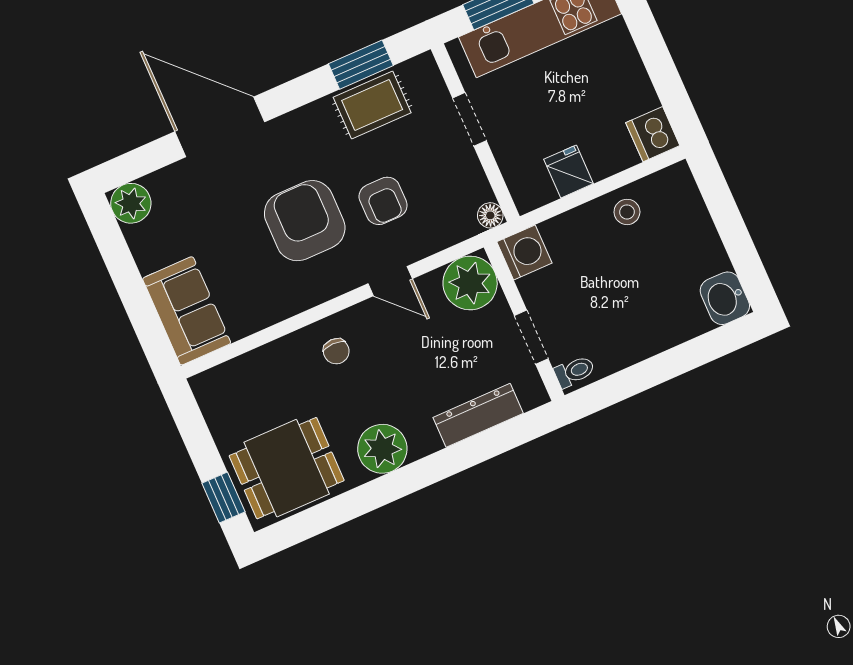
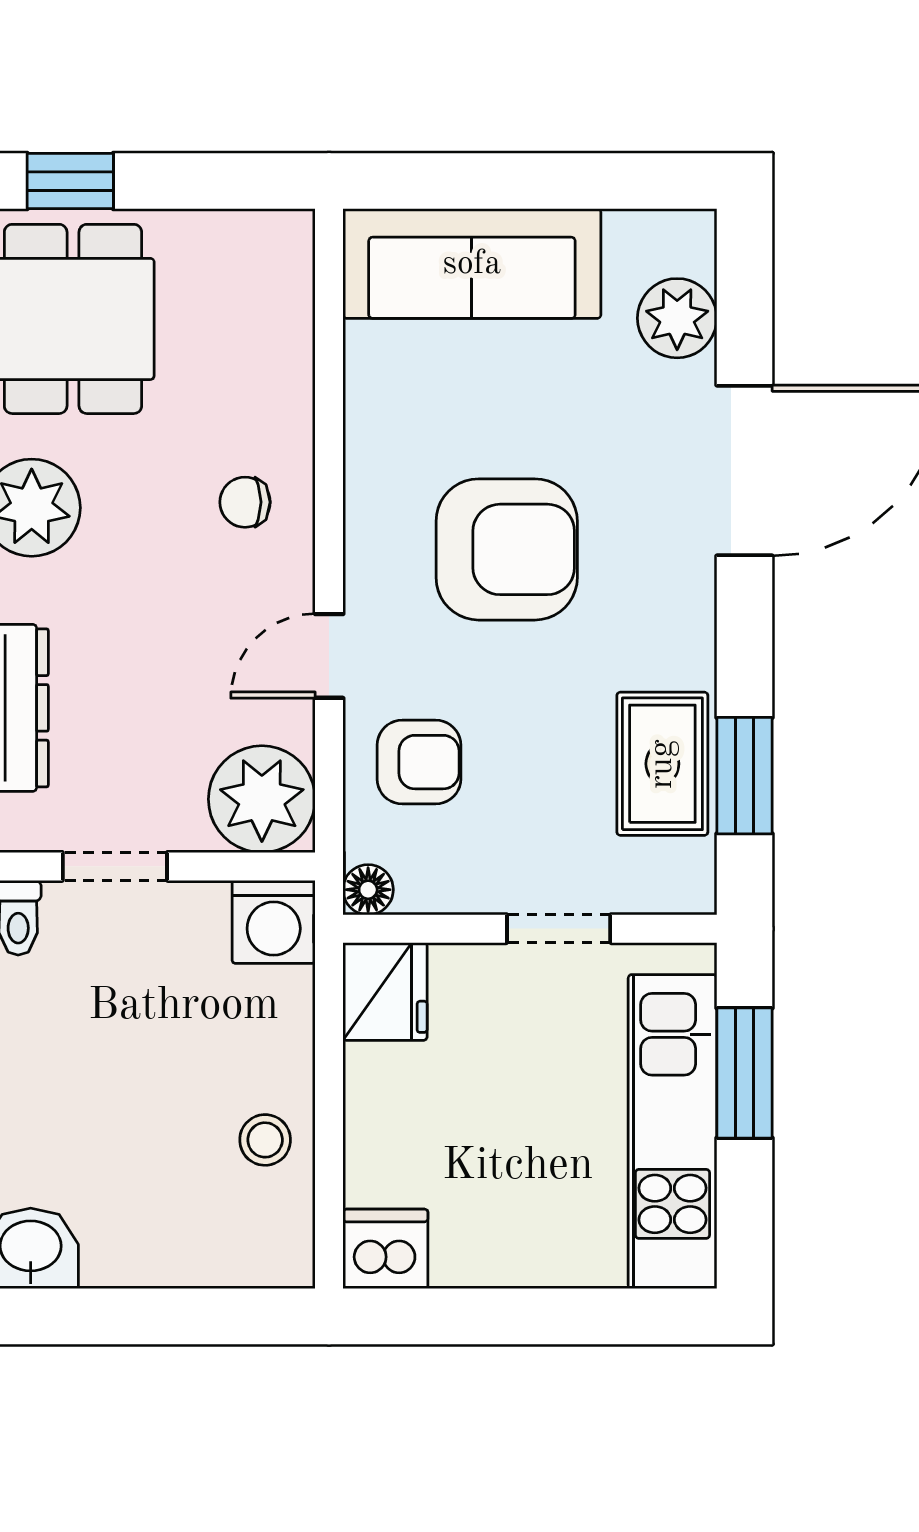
fridge: (569, 171) -> (385, 991), moved, width x1.38
armchair: (383, 201) -> (419, 762), moved, turned 180
plant: (131, 203) -> (677, 318), moved
sofa: (187, 311) -> (472, 264), width x1.36

